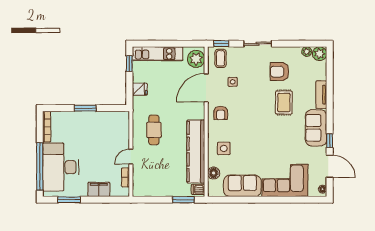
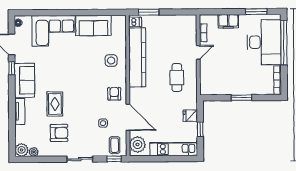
window: (129, 64) -> (200, 129), moved
door: (206, 88) -> (128, 117), hinge flipped
floor lamp: (214, 173) -> (120, 37), removed

